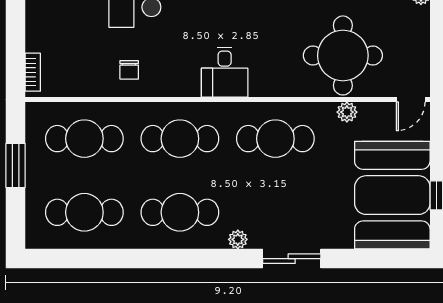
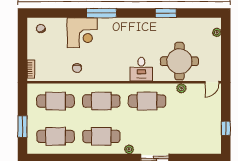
desk: (225, 72) -> (141, 69), moved
window: (16, 165) -> (23, 126), moved
booth: (392, 195) -> (203, 128), removed

